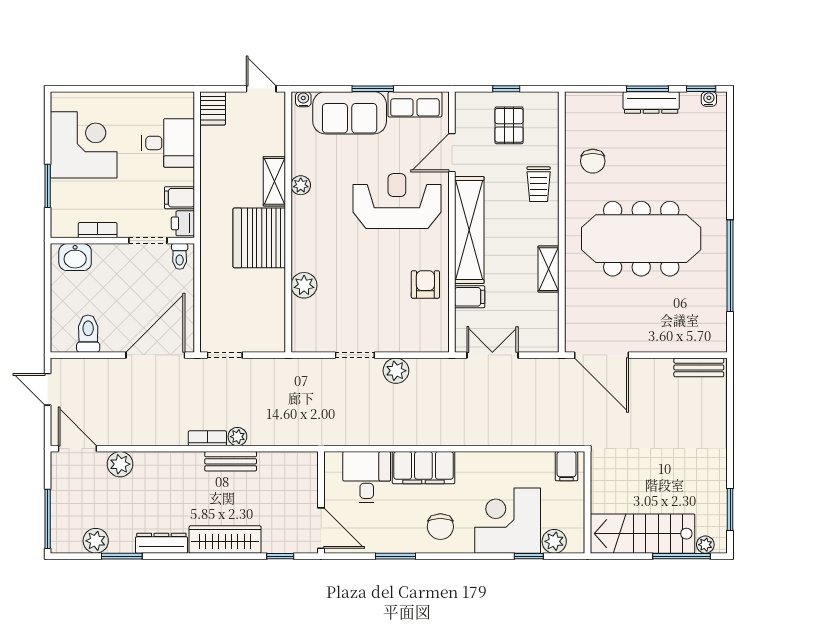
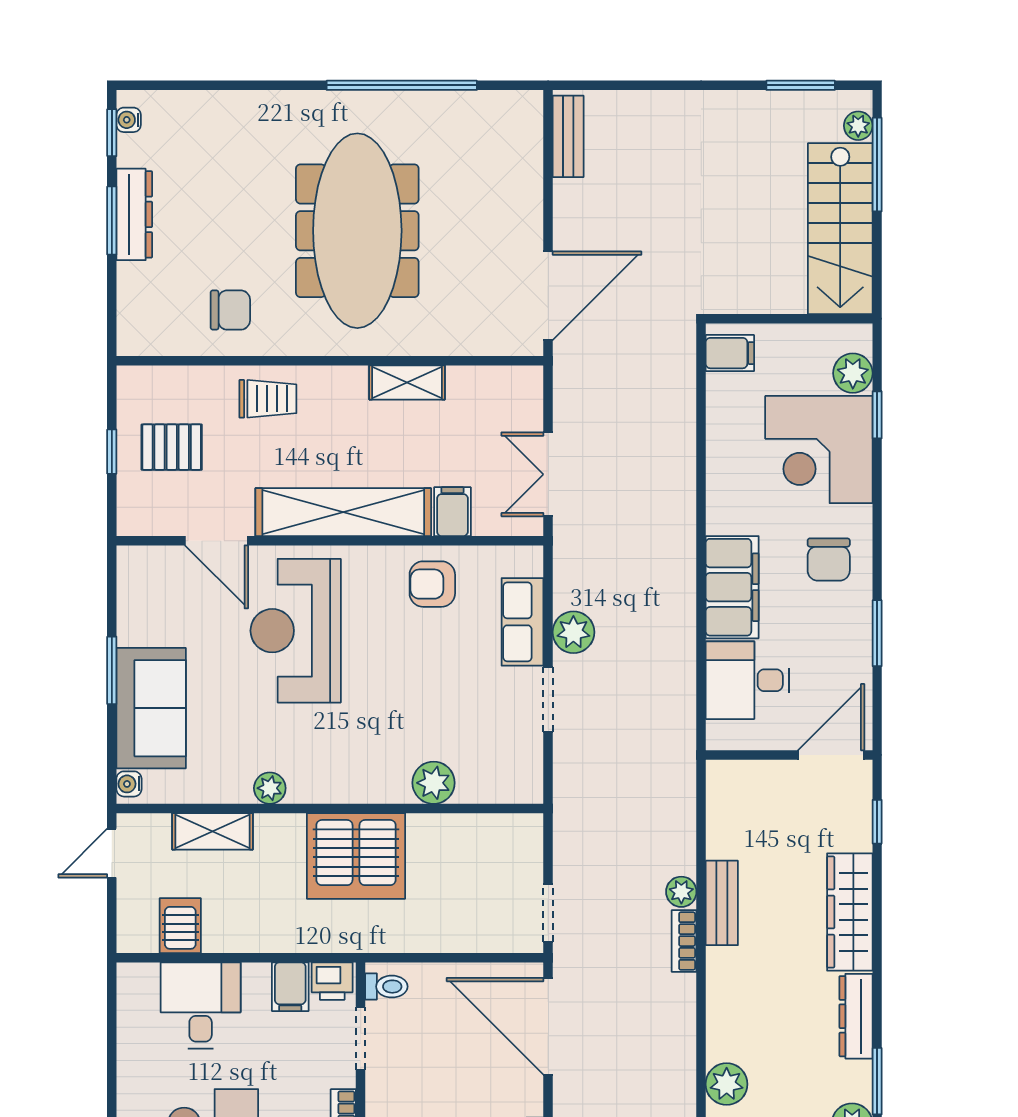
row of seats: (415, 104) -> (522, 622), moved, turned 180
server rack: (213, 108) -> (180, 926), moved, turned -90
shelving: (274, 181) -> (213, 831), moved
chair: (440, 527) -> (829, 559), turned 90

